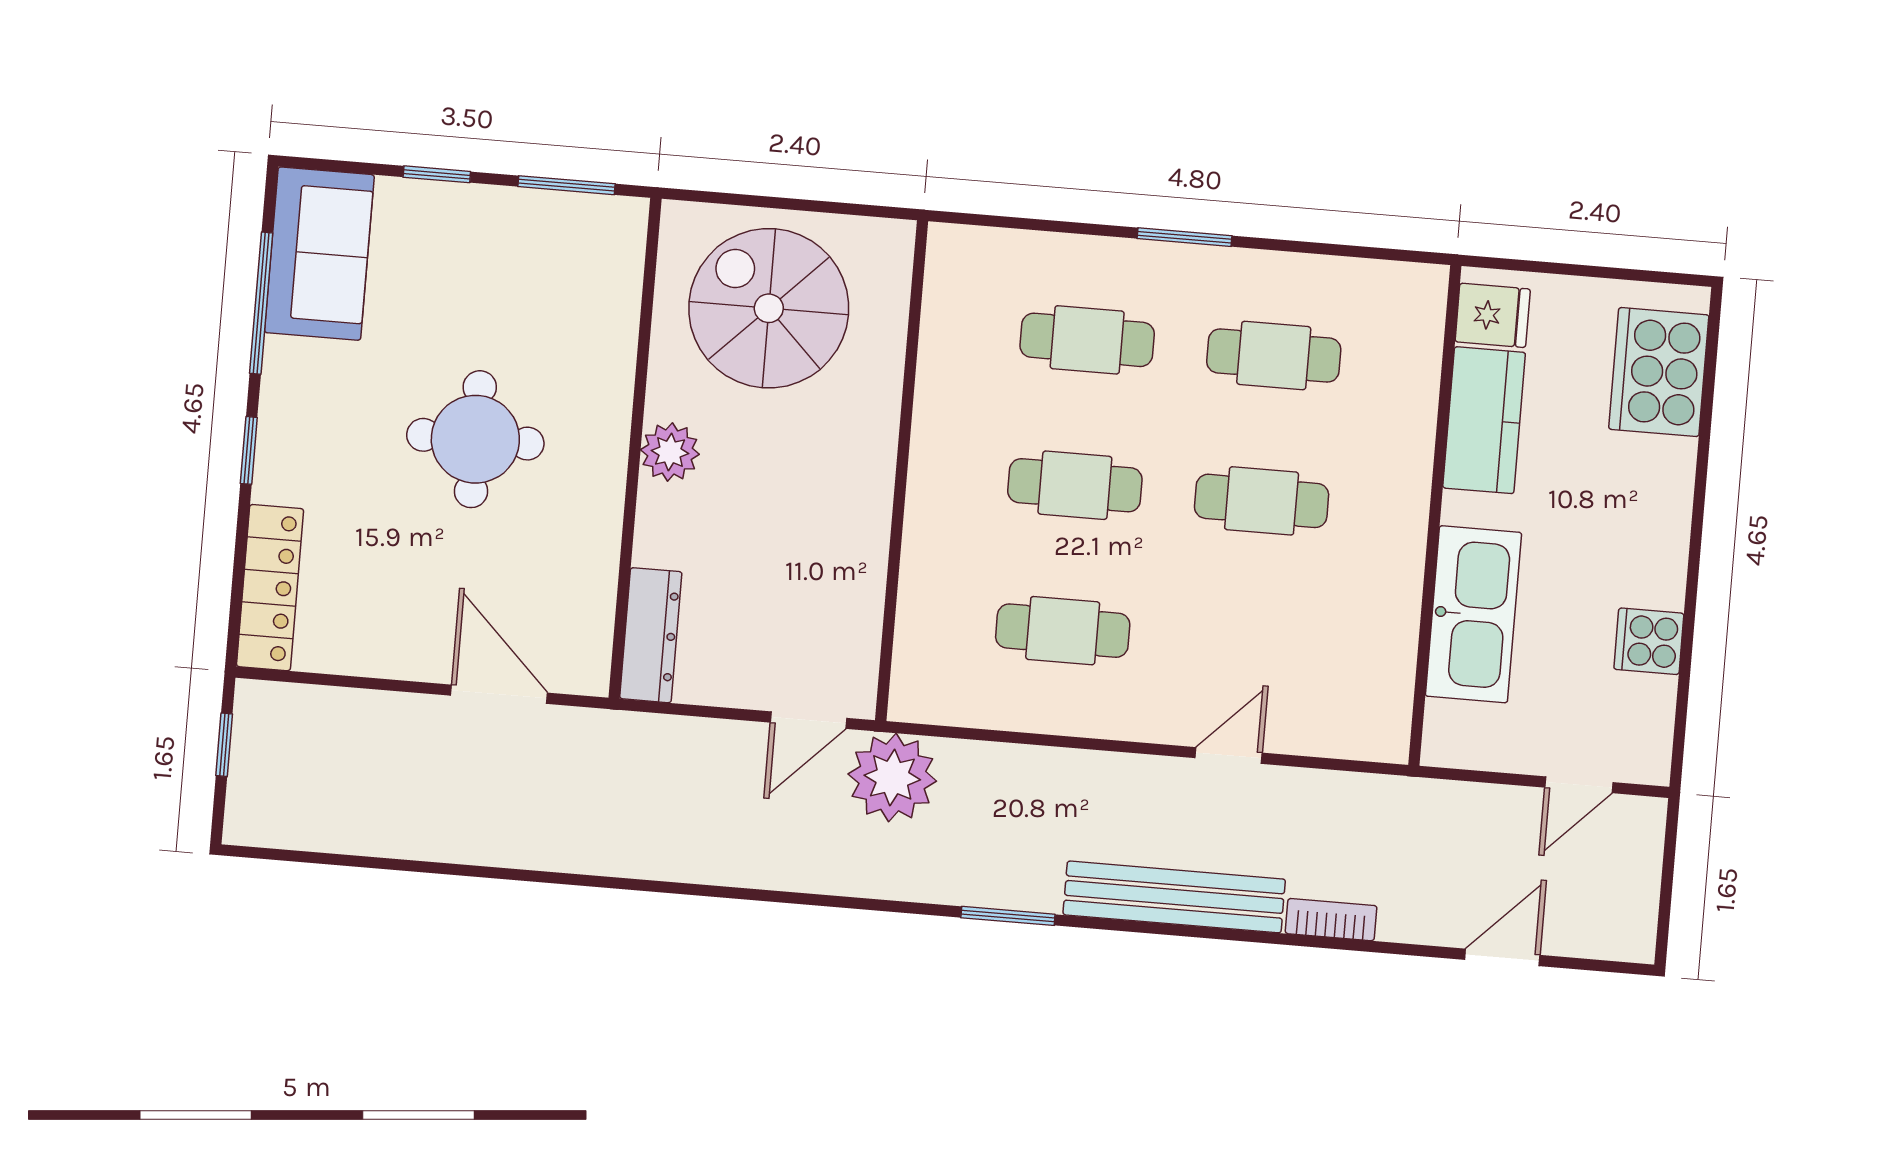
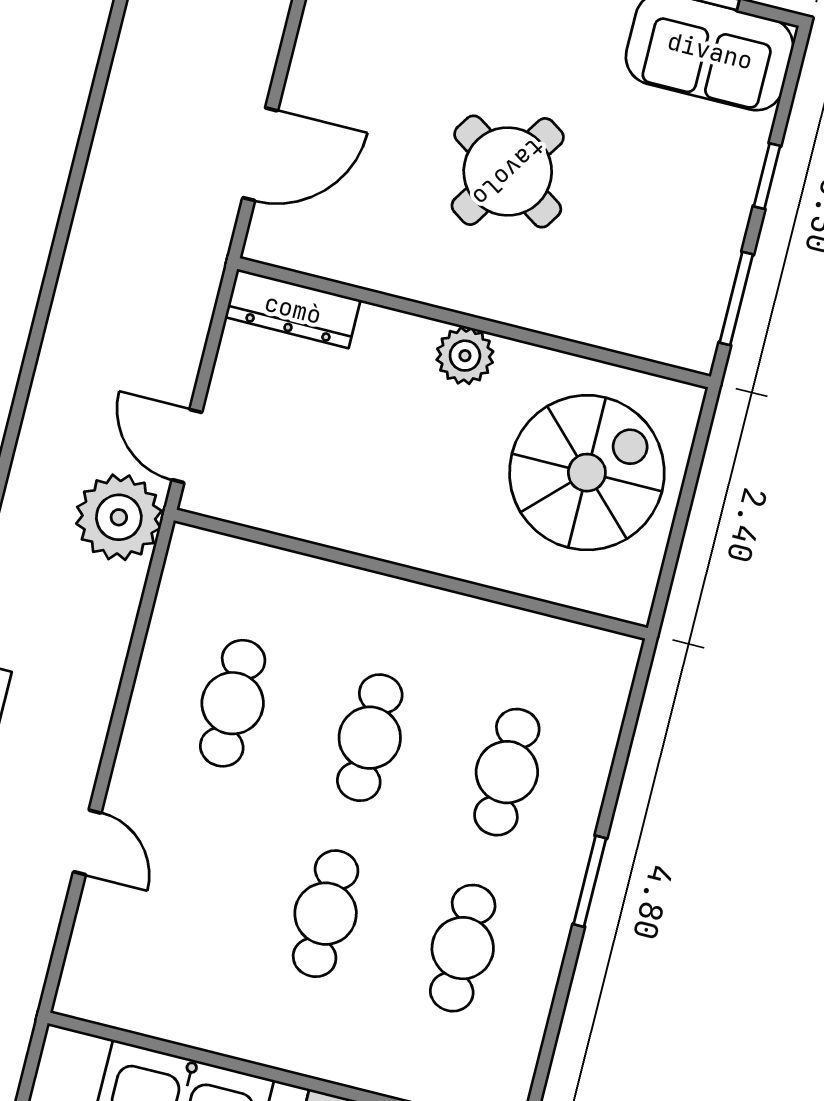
round table: (475, 439) -> (508, 172), turned 33

